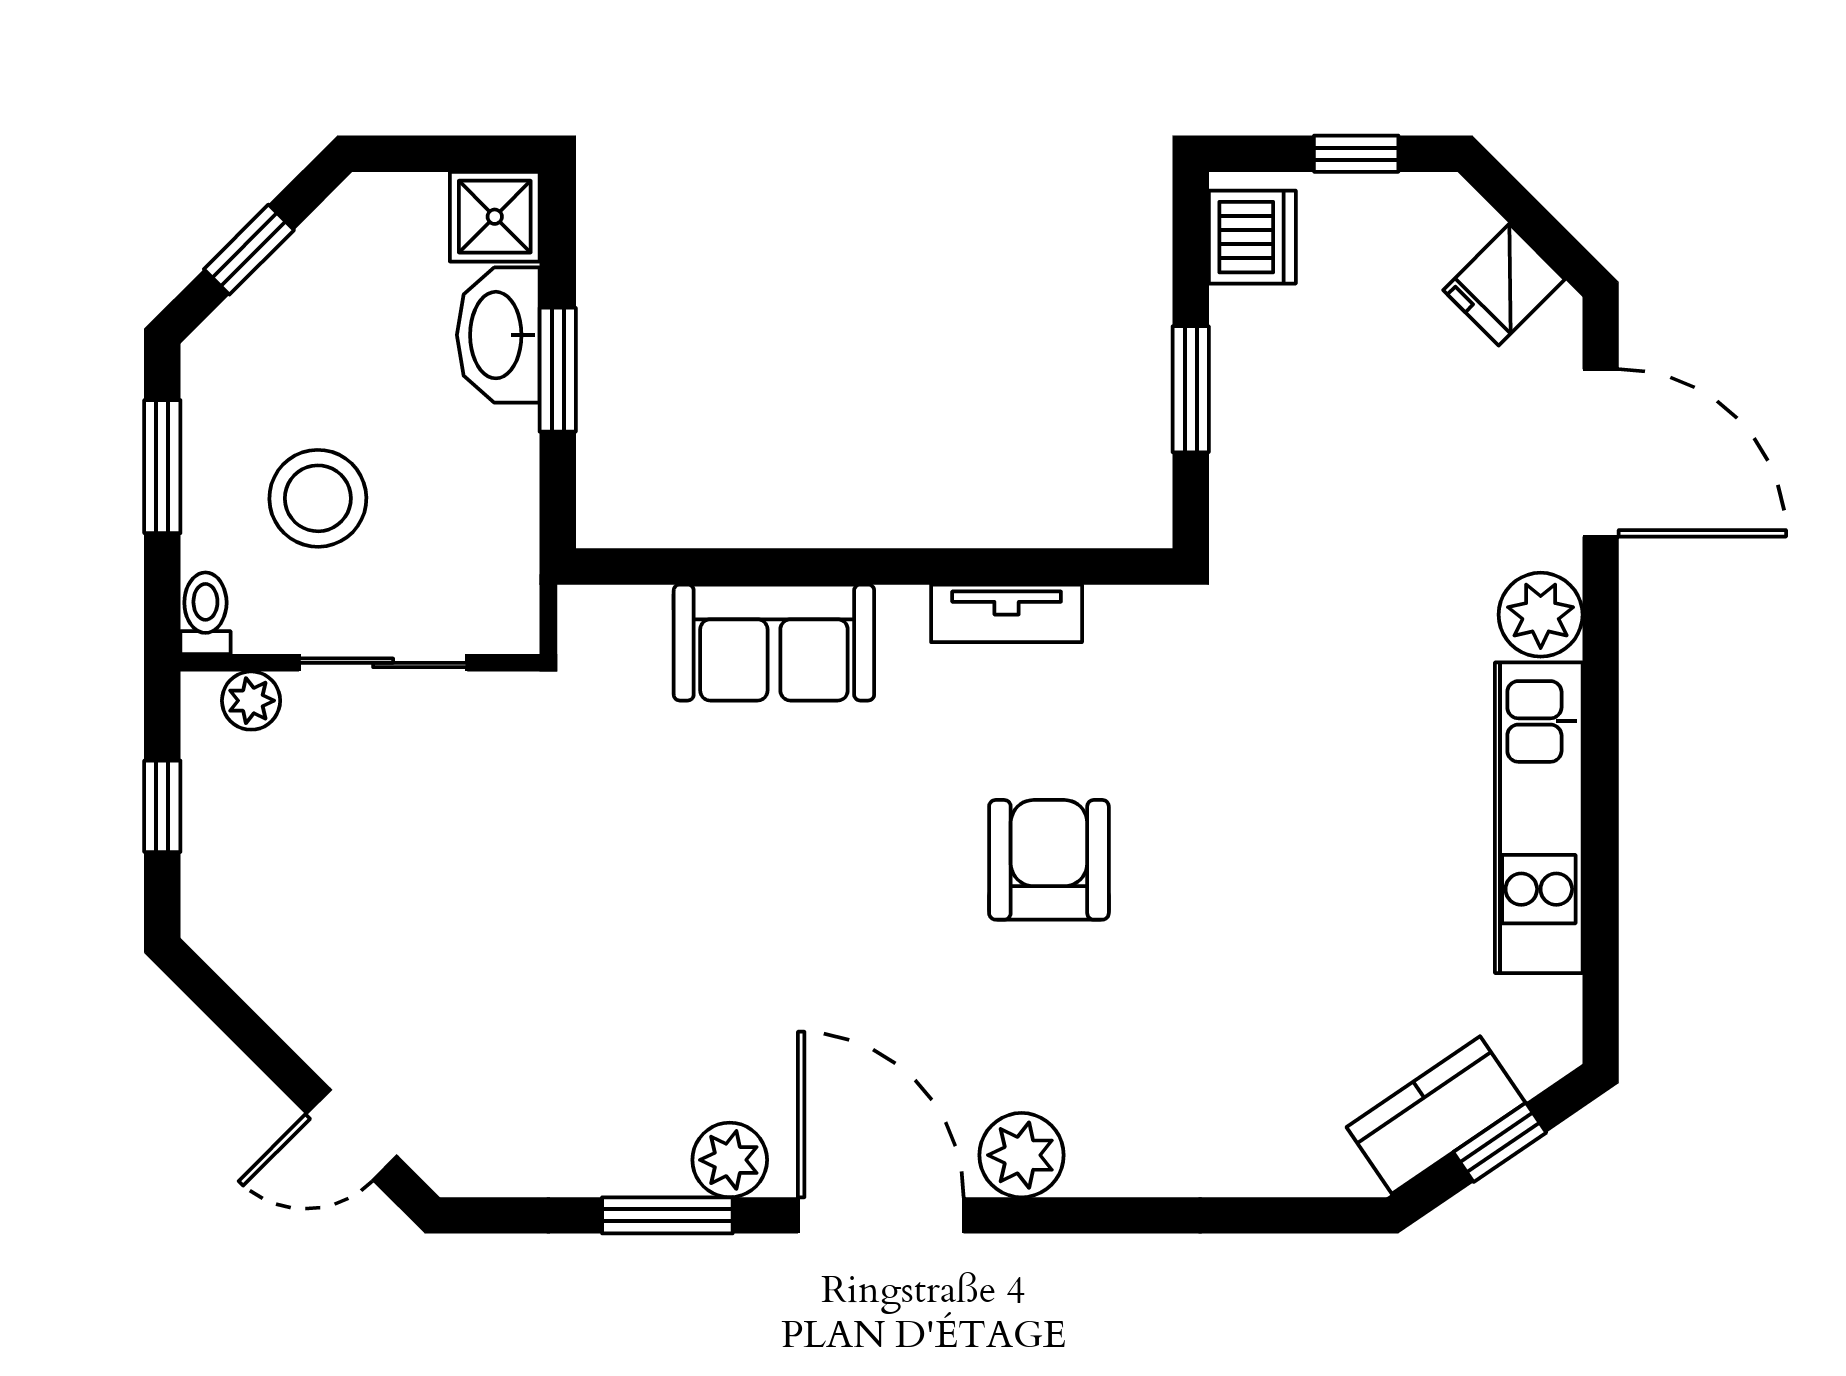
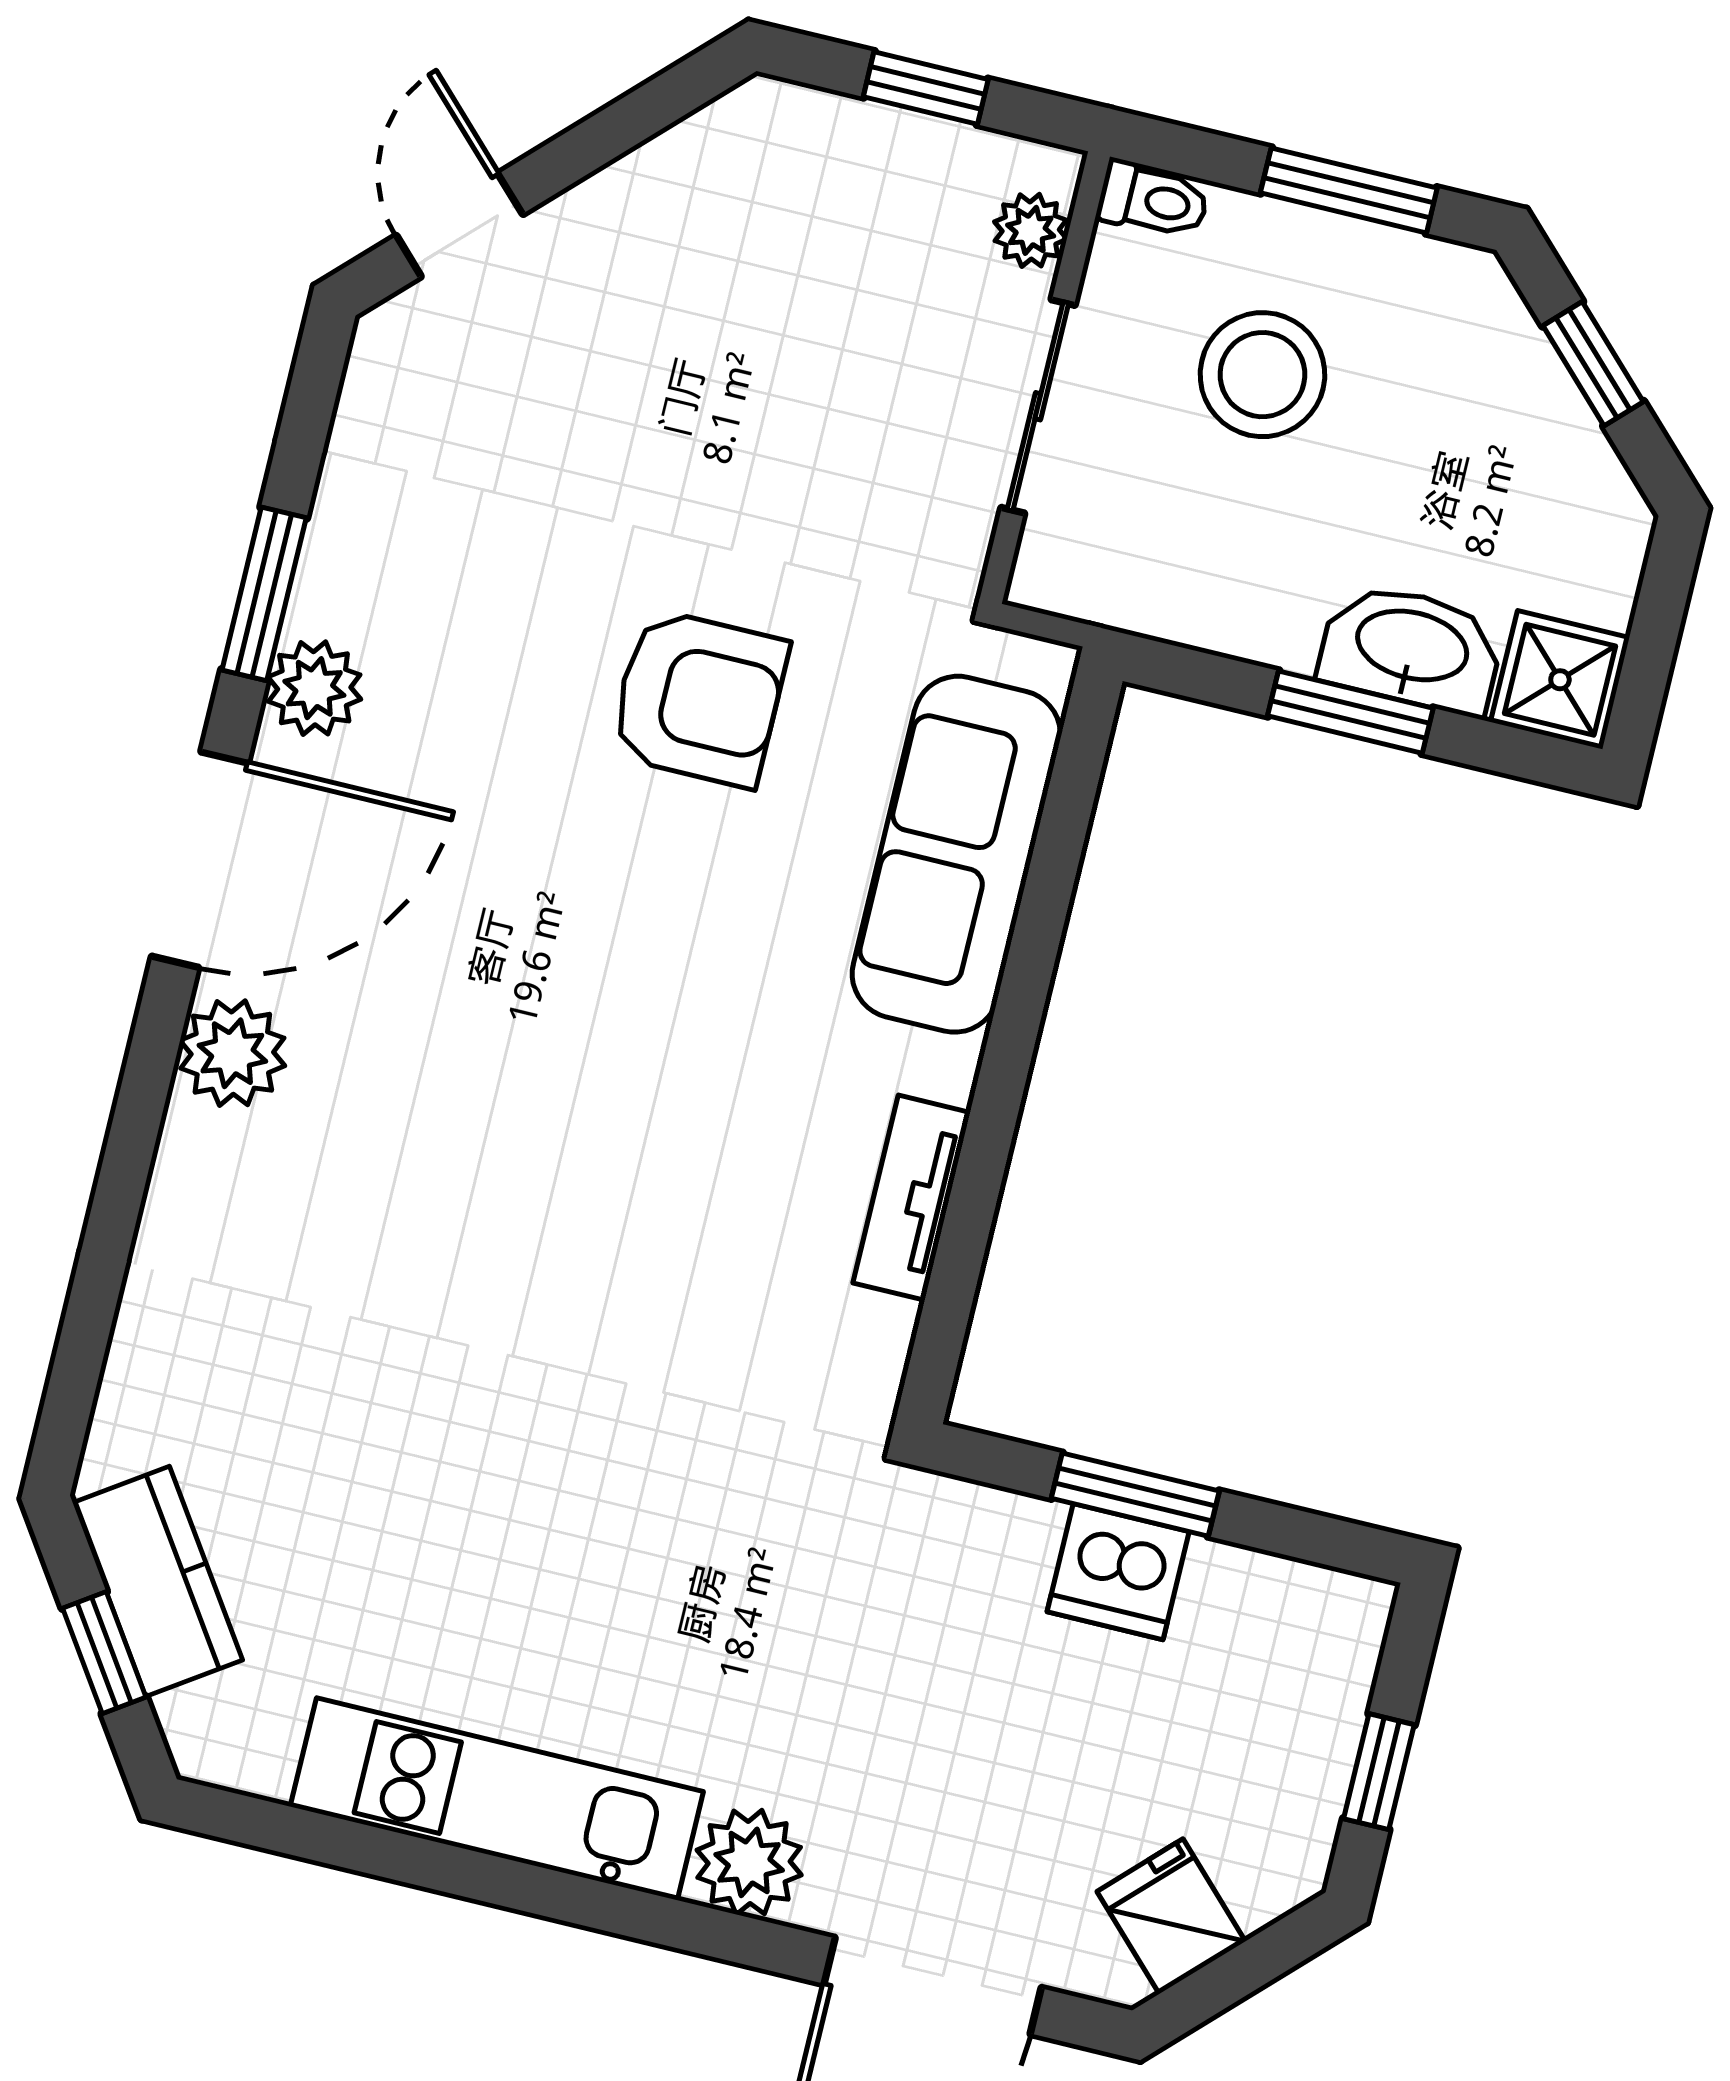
dishwasher: (1252, 237) -> (1118, 1572), moved
sofa: (774, 643) -> (956, 854), width x1.36
armchair: (1049, 860) -> (699, 698), moved

